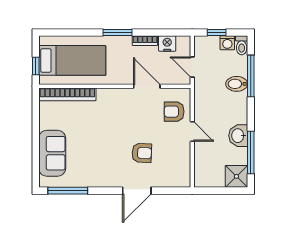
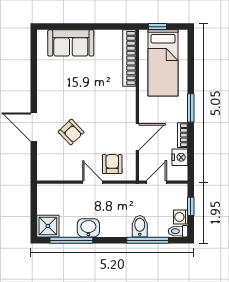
door: (192, 132) -> (92, 182), swing flipped
armchair: (142, 153) -> (71, 132), turned -47
window: (68, 191) -> (34, 58), removed

